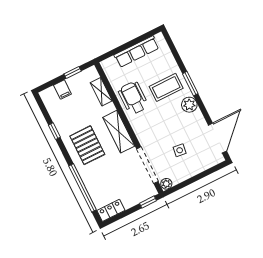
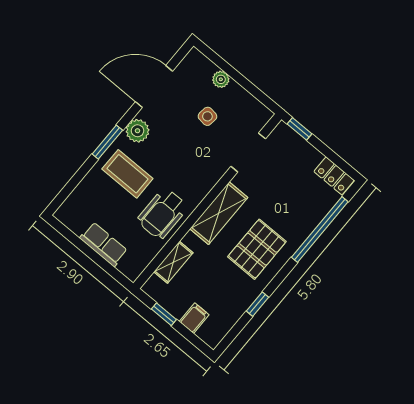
row of seats: (137, 52) -> (104, 244), width x0.68
door: (217, 138) -> (154, 86), moved
doorway: (147, 165) -> (248, 152), width x0.73
plant: (166, 184) -> (221, 79), moved

